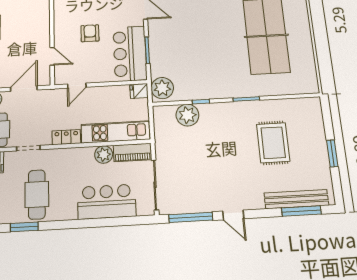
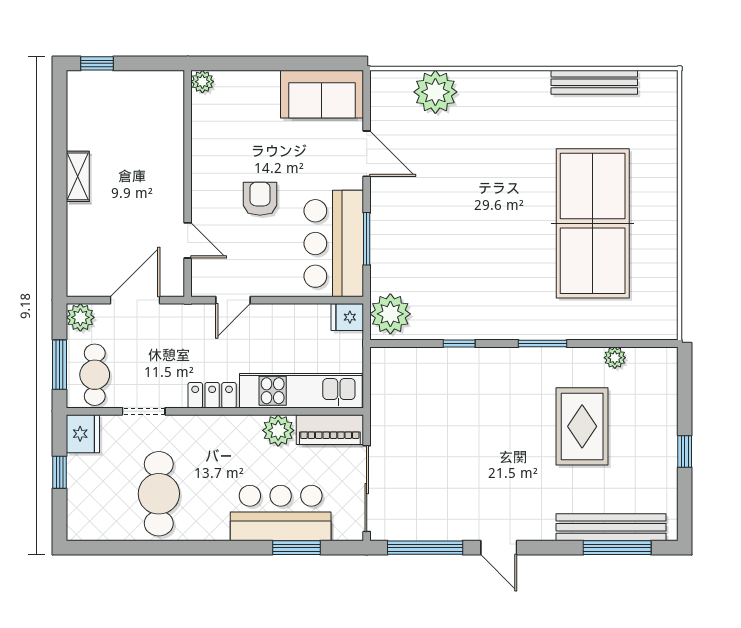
plant: (187, 115) -> (615, 358), moved, width x0.53, depth x0.53
window: (332, 153) -> (685, 451), width x0.67
window: (24, 227) -> (296, 548), moved

